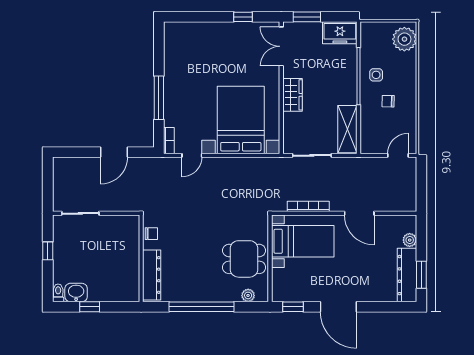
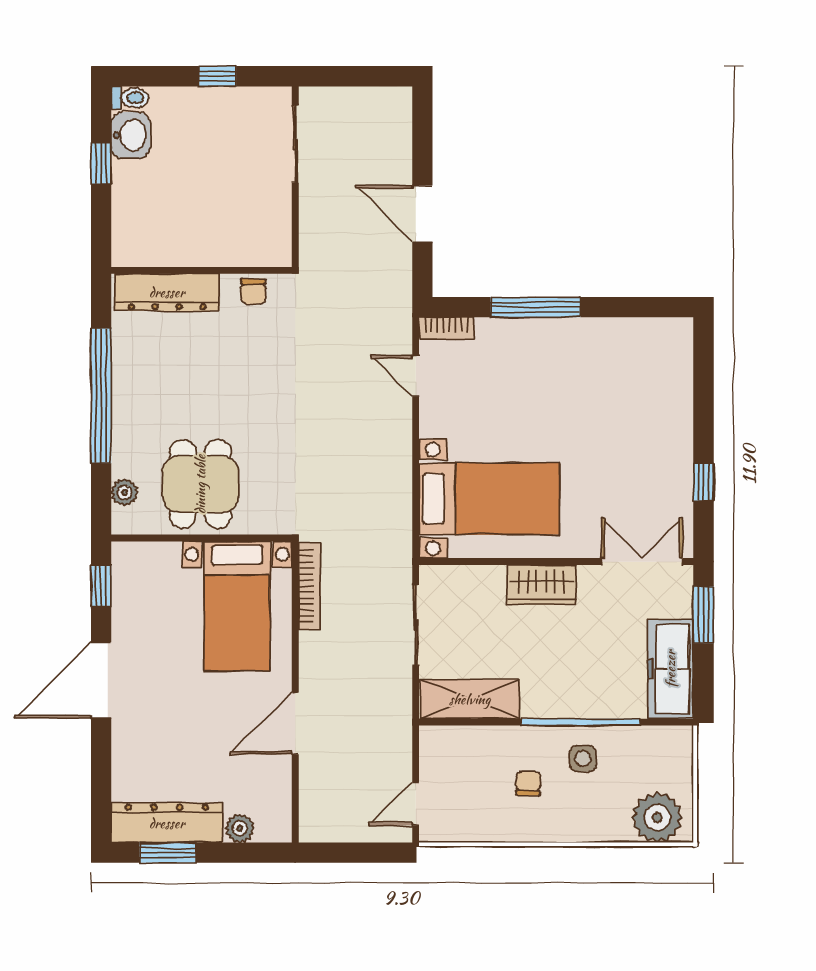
freezer: (340, 33) -> (670, 669), width x1.40
bed with nightstands: (241, 120) -> (489, 499), width x0.73
door: (398, 155) -> (416, 804), swing flipped
bookcase: (308, 206) -> (310, 586), moved

